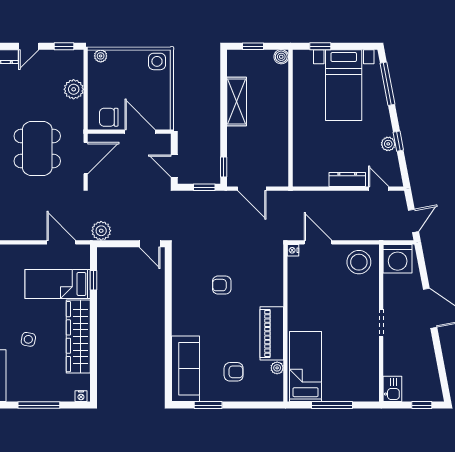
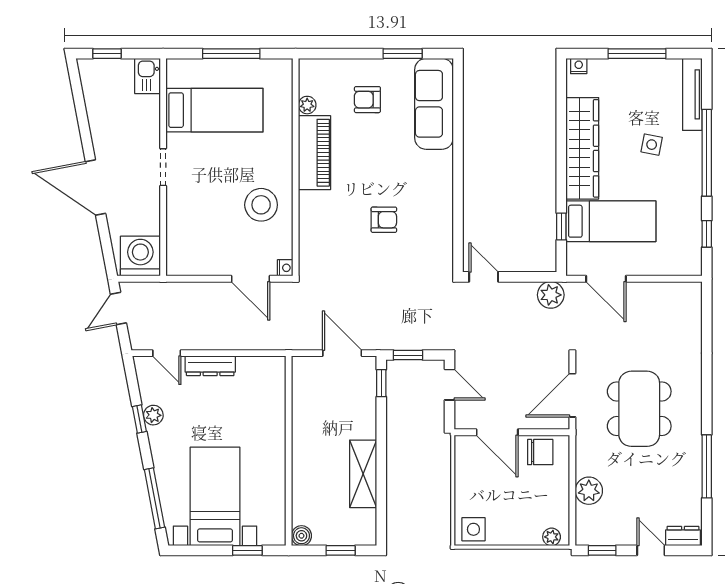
door: (29, 46) -> (651, 550), hinge flipped
stool: (359, 262) -> (261, 205), moved
bed: (306, 367) -> (214, 110), moved, turned -90

